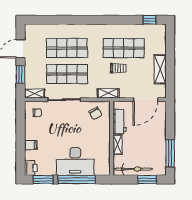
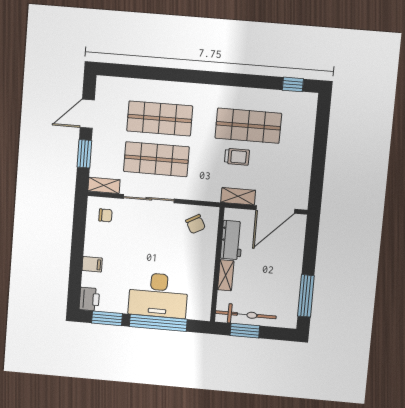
shelving: (160, 69) -> (303, 164), removed
shelving: (108, 93) -> (238, 196), moved
window: (147, 180) -> (245, 331), moved

